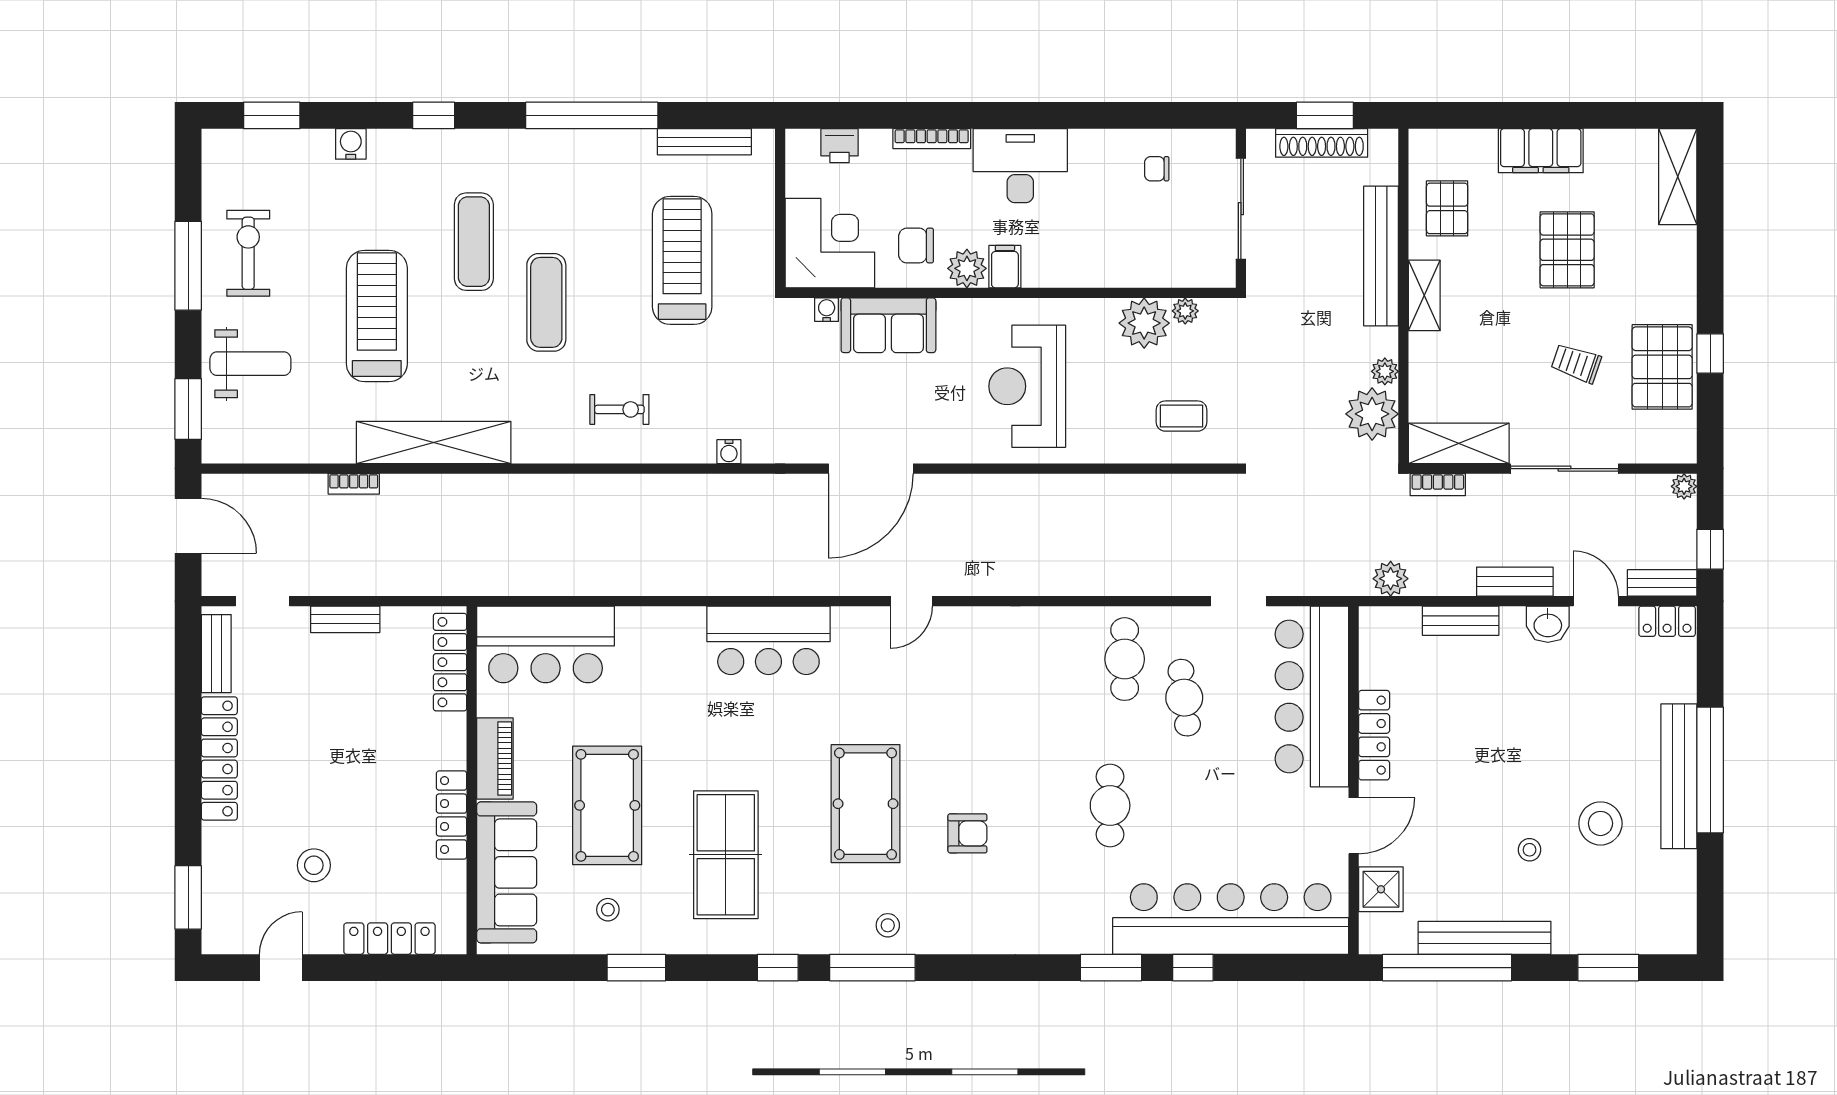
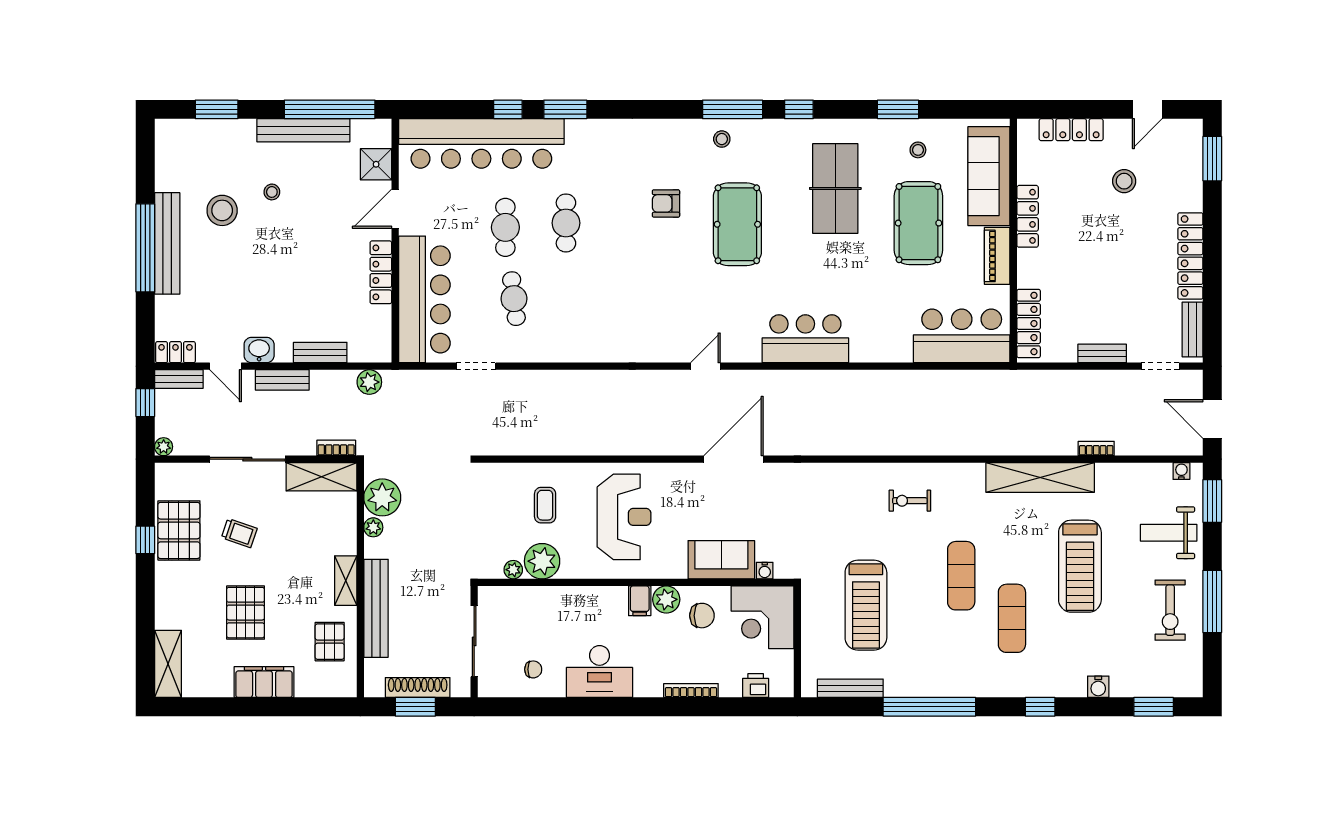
desk: (1020, 166) -> (600, 672), moved
coffee table: (1182, 416) -> (545, 505), moved, turned 90
water cooler: (729, 452) -> (1181, 471), moved
cafe table: (1125, 659) -> (505, 227), moved

